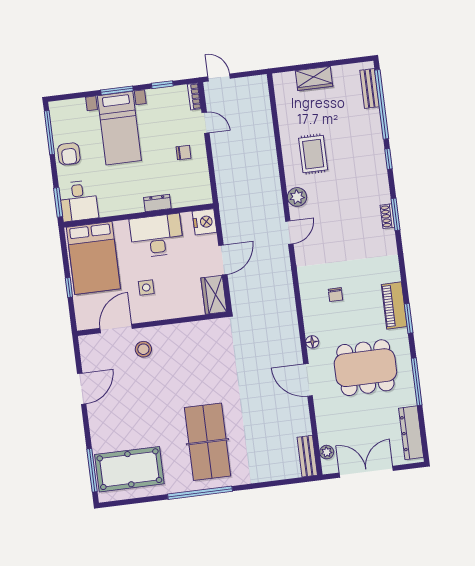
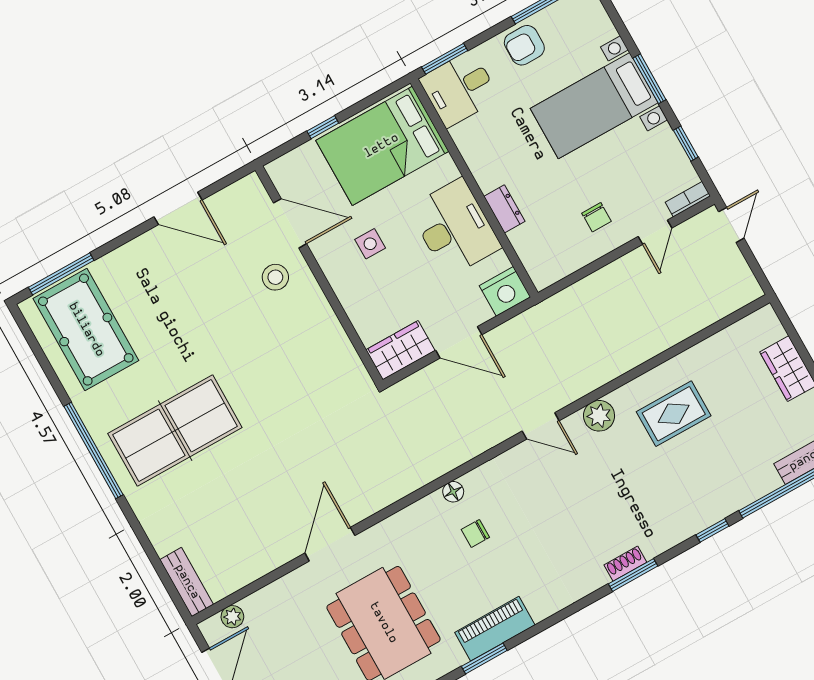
floor lamp: (312, 342) -> (453, 492), moved
bench: (307, 456) -> (187, 582), moved, turned 90

